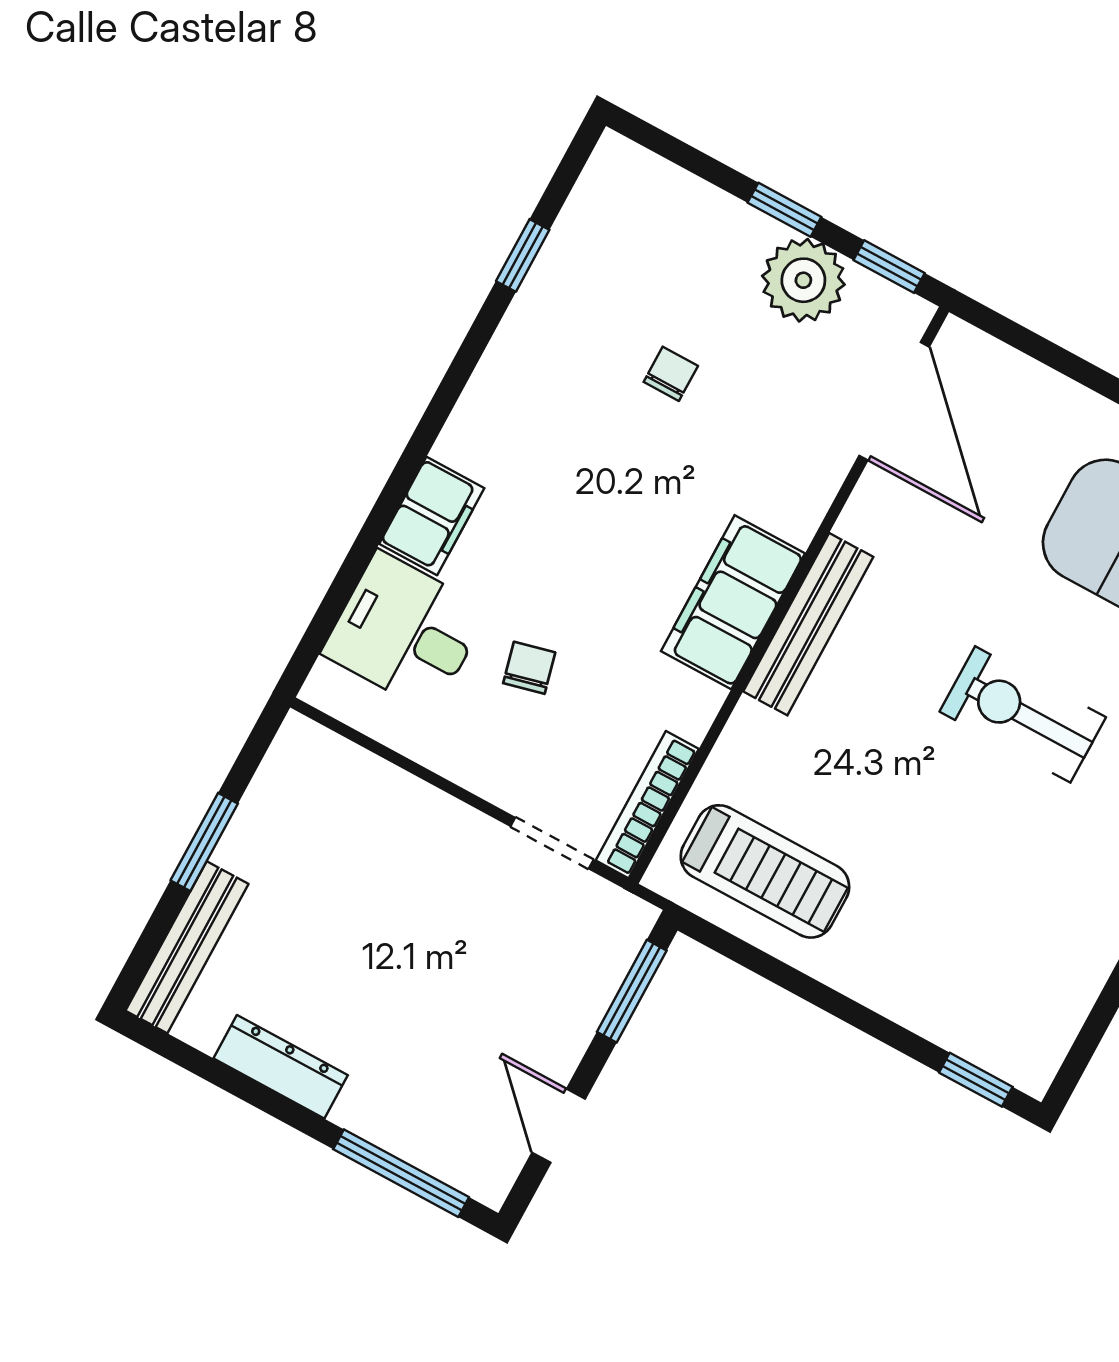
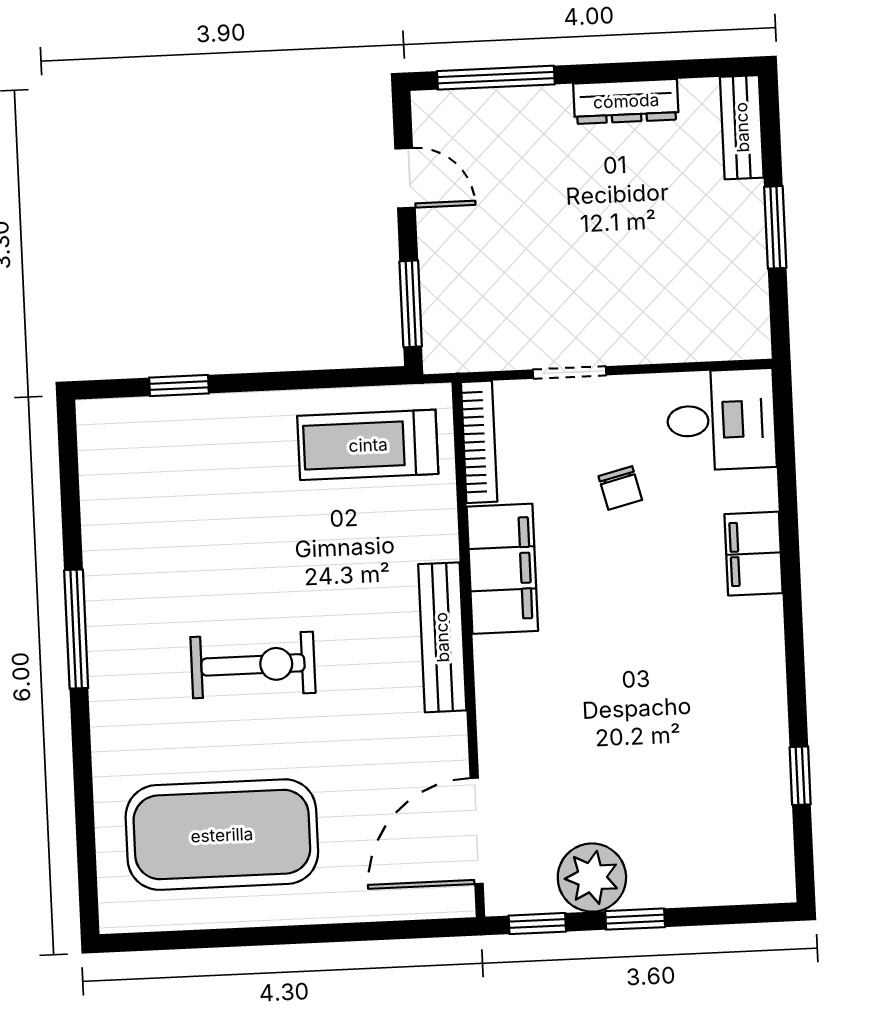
chair: (671, 374) -> (646, 755), removed
door: (894, 401) -> (477, 831), hinge flipped
filing cabinet: (733, 602) -> (502, 569), moved
desk: (405, 632) -> (721, 420), moved
doorway: (552, 843) -> (569, 372), moved
bench: (187, 947) -> (742, 127), width x0.73
window: (976, 1080) -> (179, 386), moved

